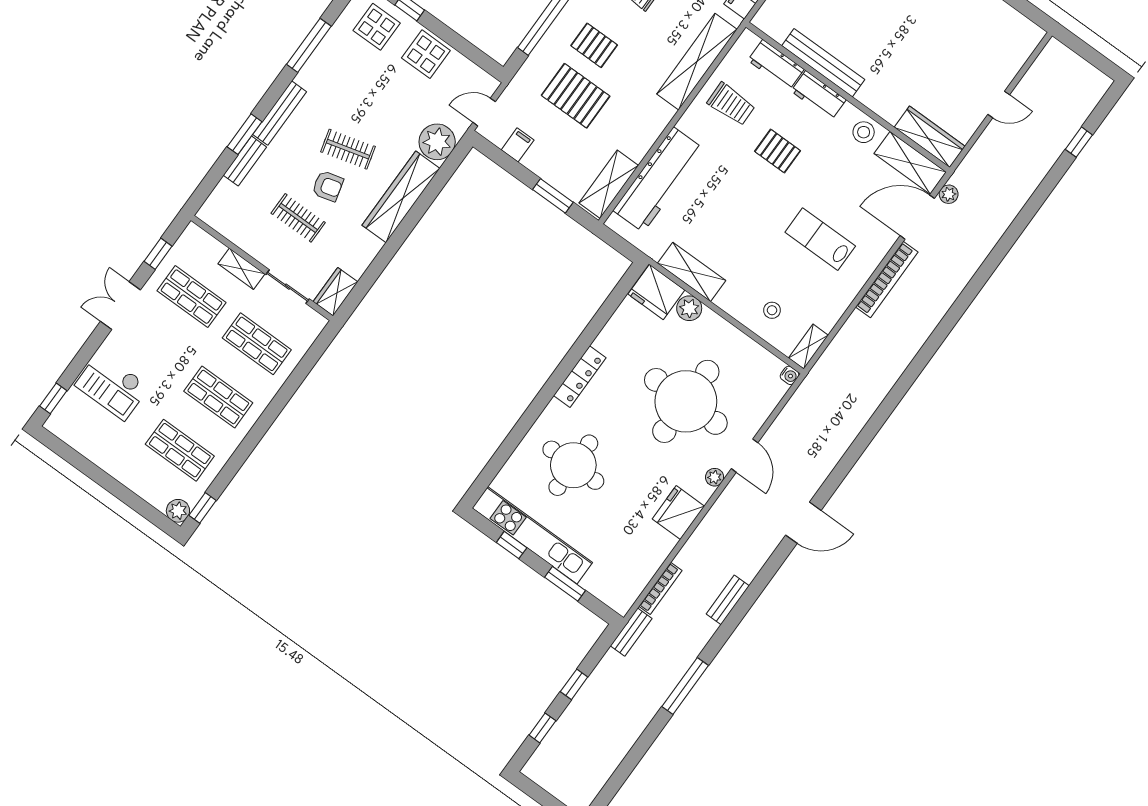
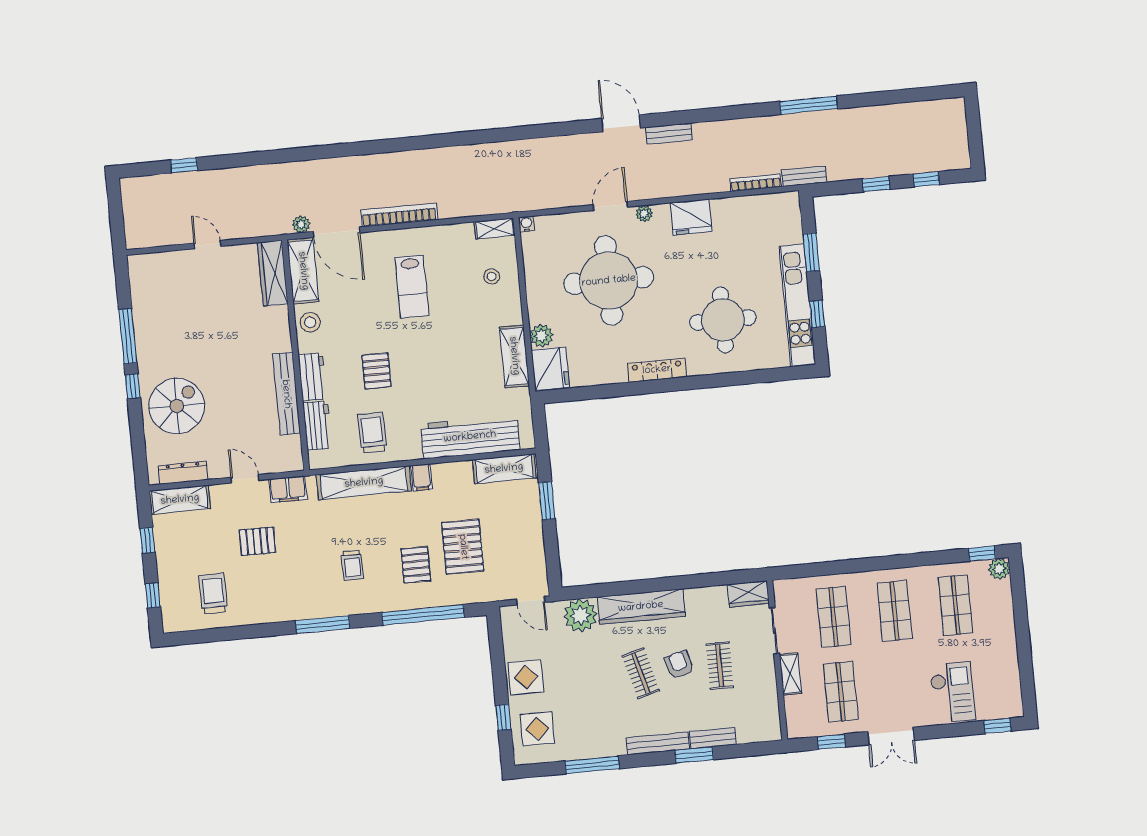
filing cabinet: (518, 145) -> (422, 477), moved, turned -90
bench: (728, 600) -> (669, 134), moved

